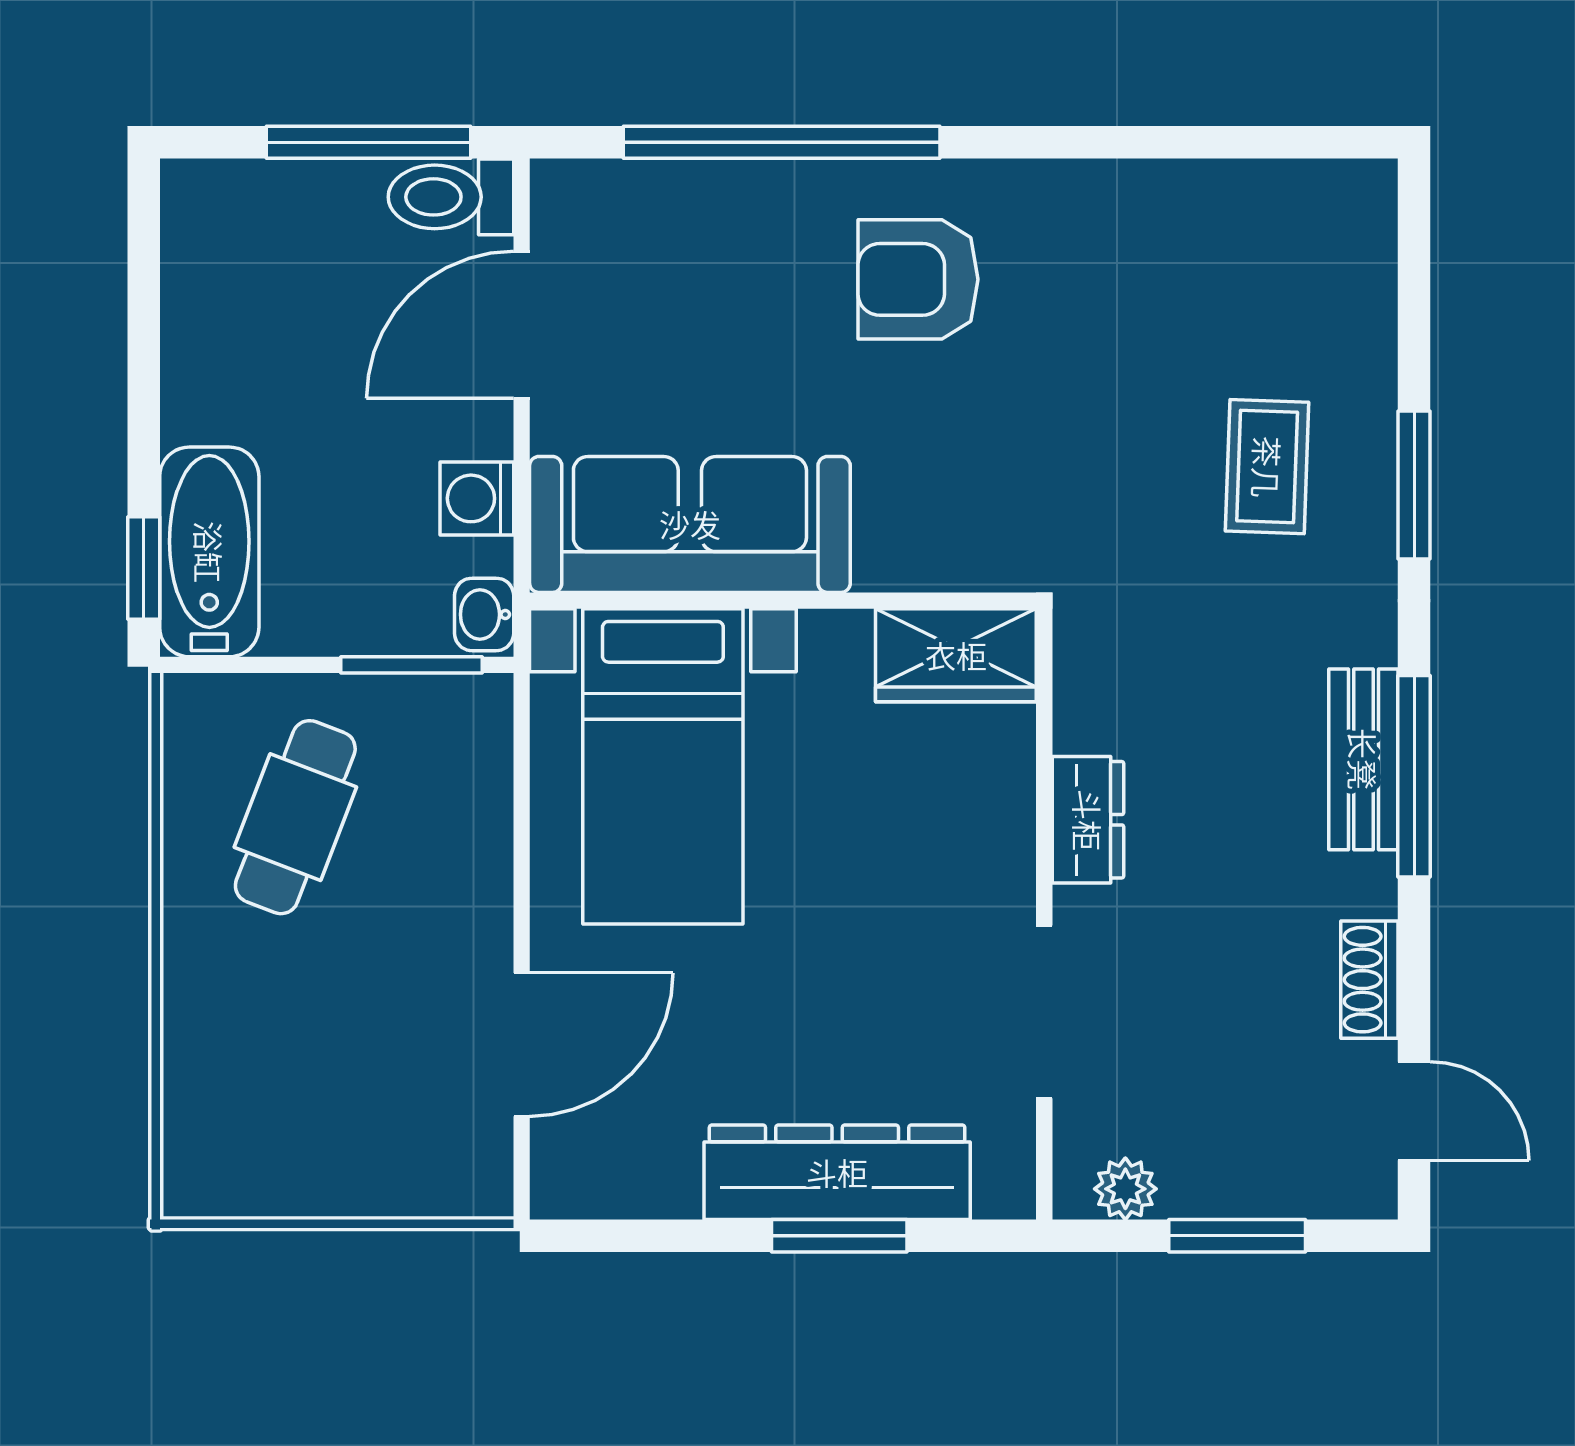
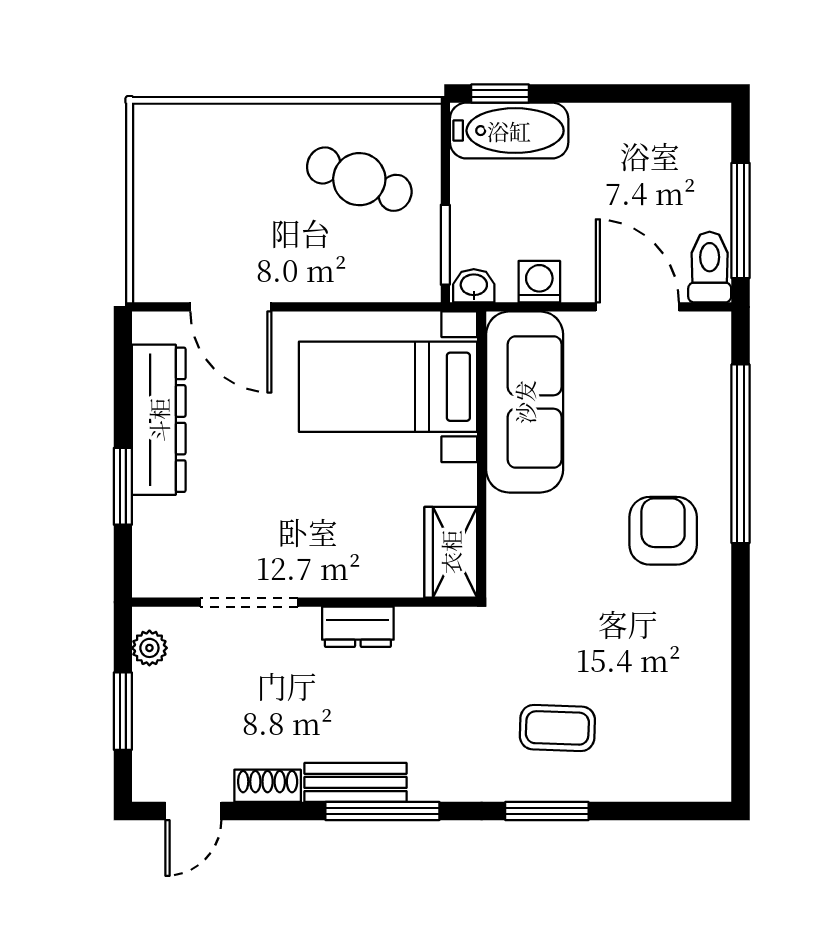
bench: (1363, 759) -> (355, 782), moved
dresser: (837, 1172) -> (159, 420), moved

